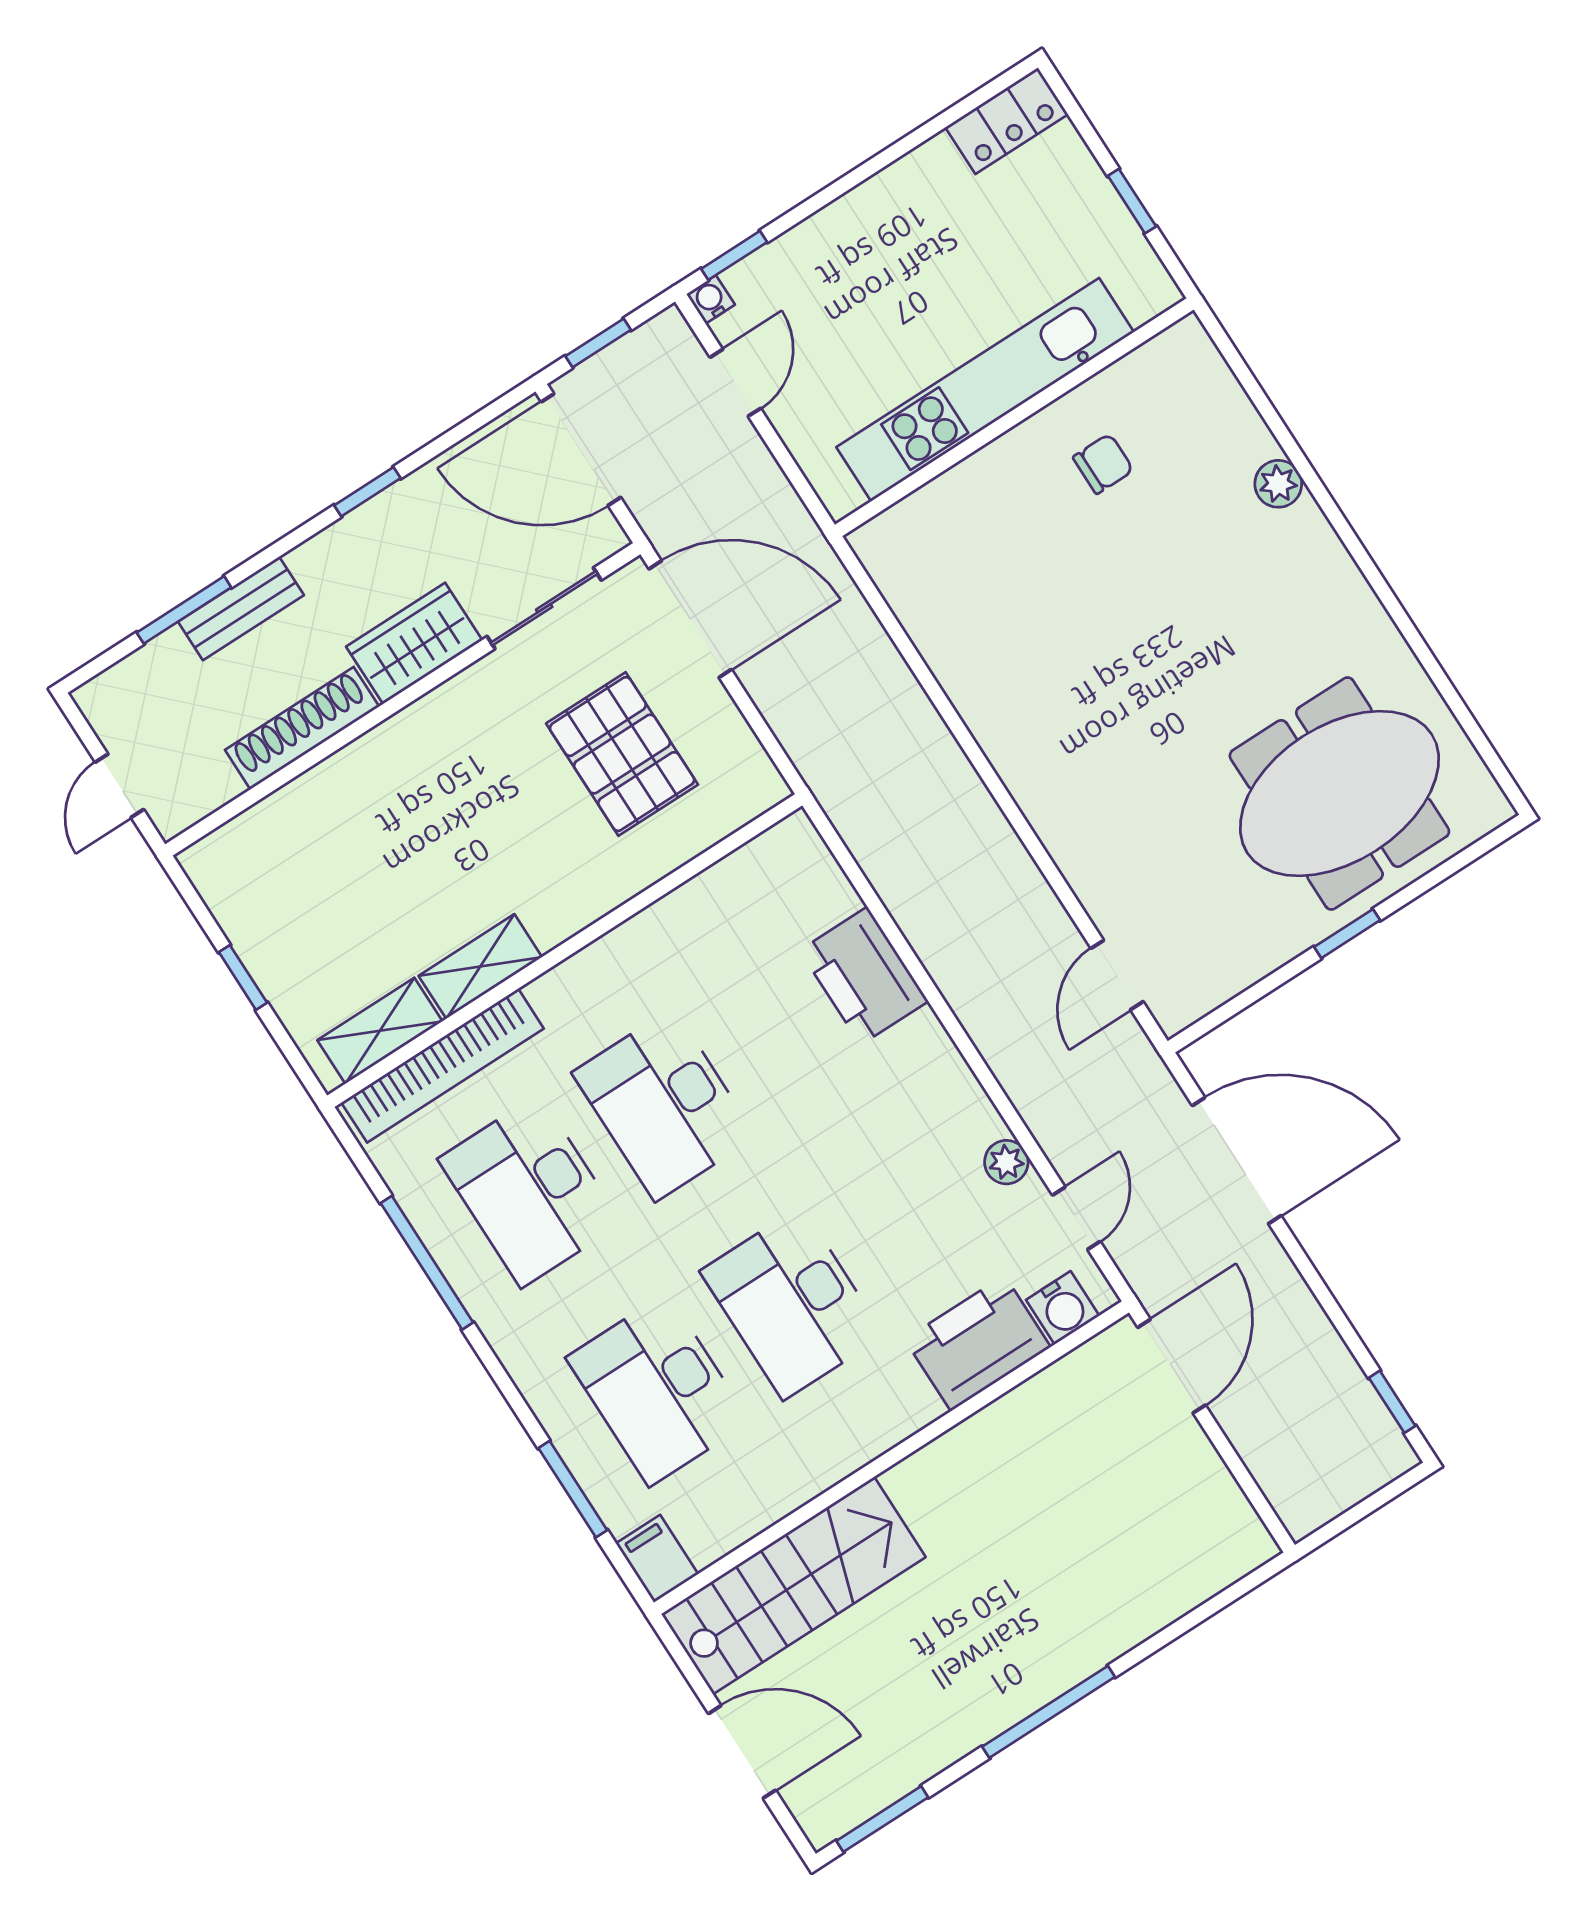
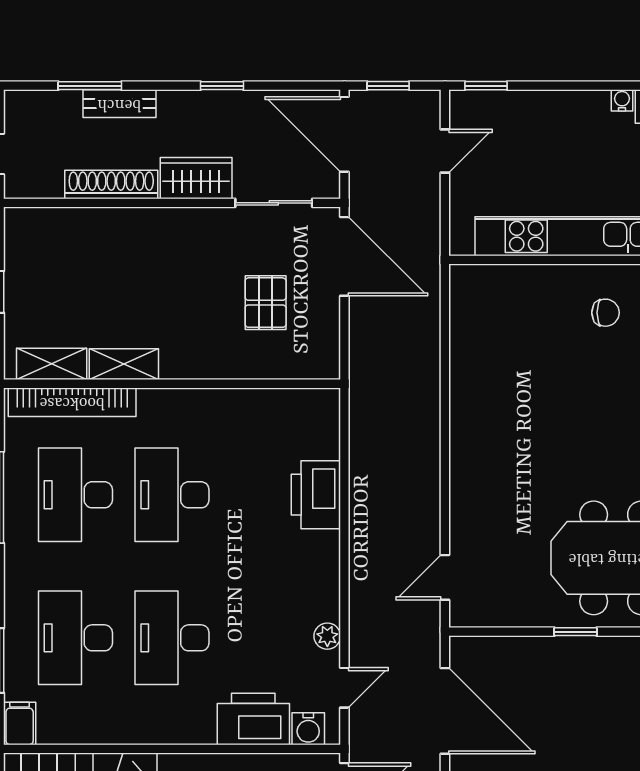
water cooler: (711, 299) -> (622, 100), moved
pallet: (622, 754) -> (266, 303), width x0.67, depth x0.71

